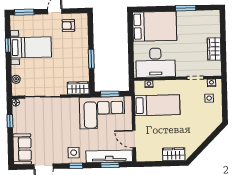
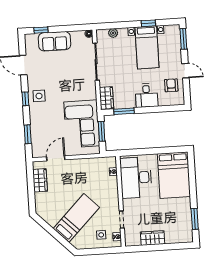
window: (186, 8) -> (195, 219), moved
desk: (77, 50) -> (146, 95), added
window: (91, 59) -> (124, 111), moved
bed: (157, 105) -> (76, 218), moved, turned -135
window: (10, 121) -> (41, 30), moved
sofa: (22, 149) -> (54, 41), moved
wardrobe: (174, 154) -> (40, 180), moved
tv unit: (109, 156) -> (37, 133), removed

